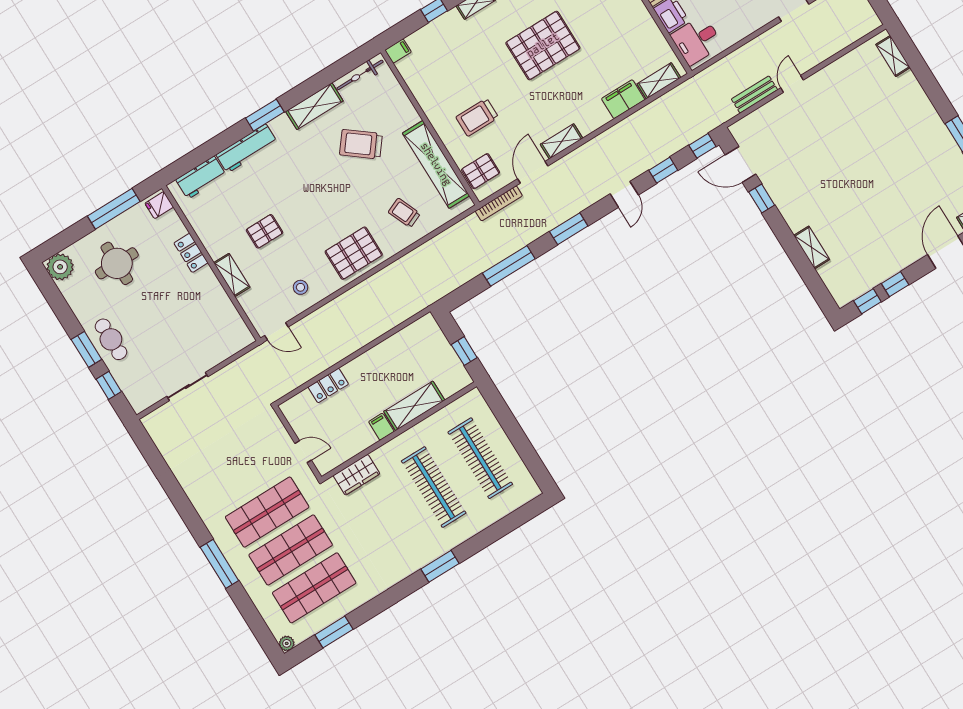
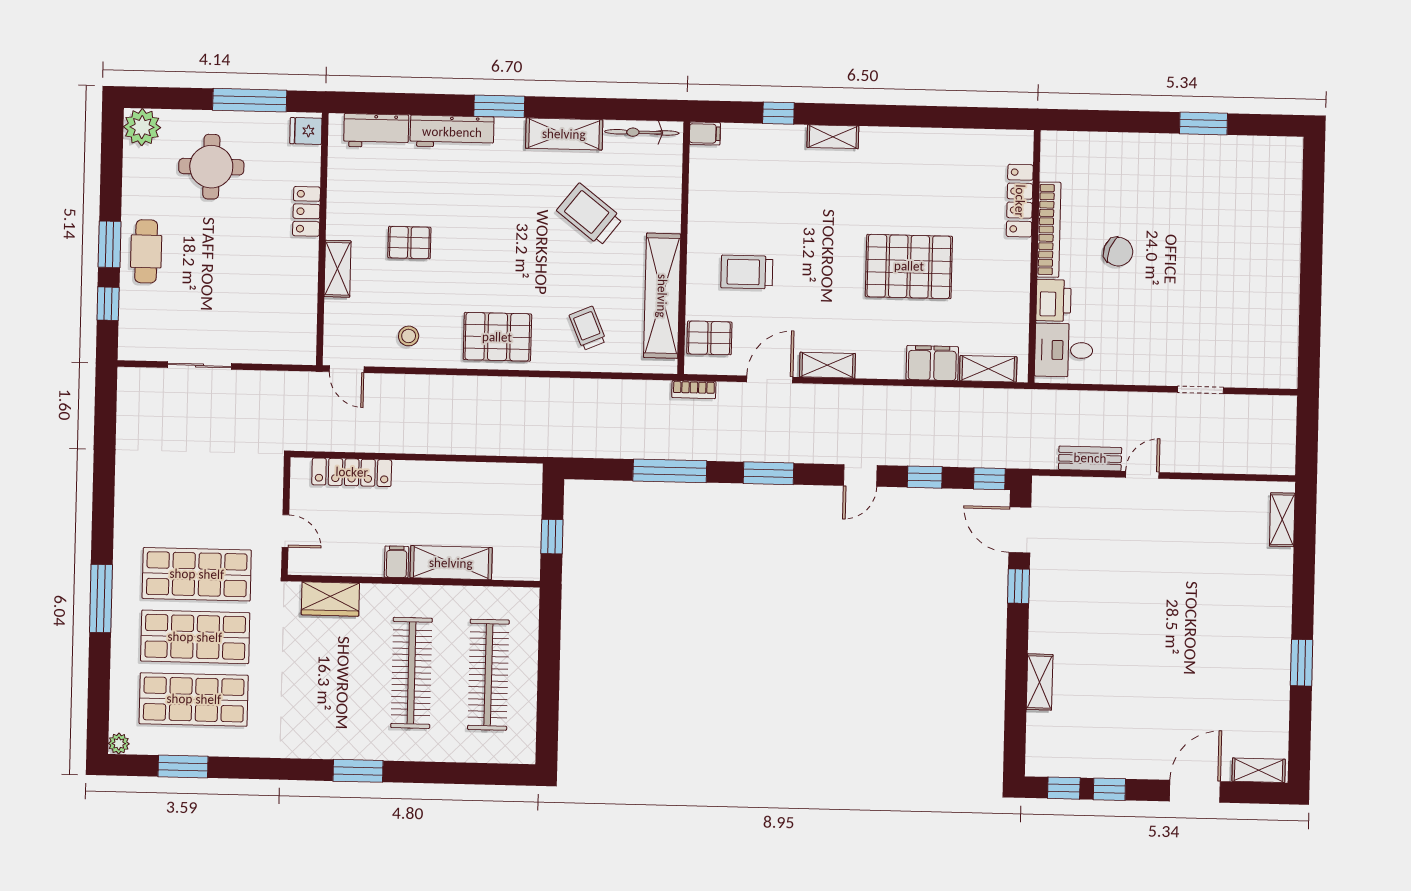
pallet: (543, 45) -> (909, 266), moved
bookcase: (499, 203) -> (694, 390), width x0.64
locker: (328, 386) -> (352, 472), width x1.53

